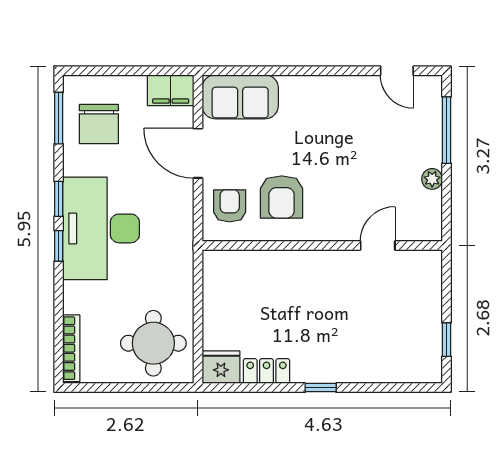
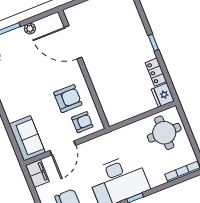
armchair: (230, 206) -> (82, 122), turned 180
door: (378, 245) -> (73, 42), width x1.88

